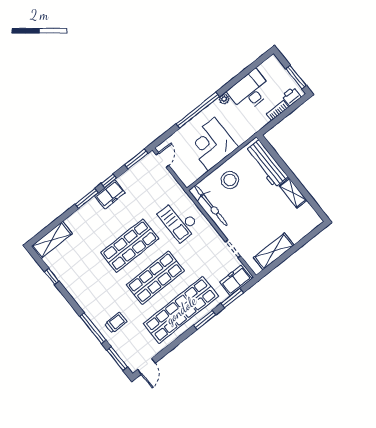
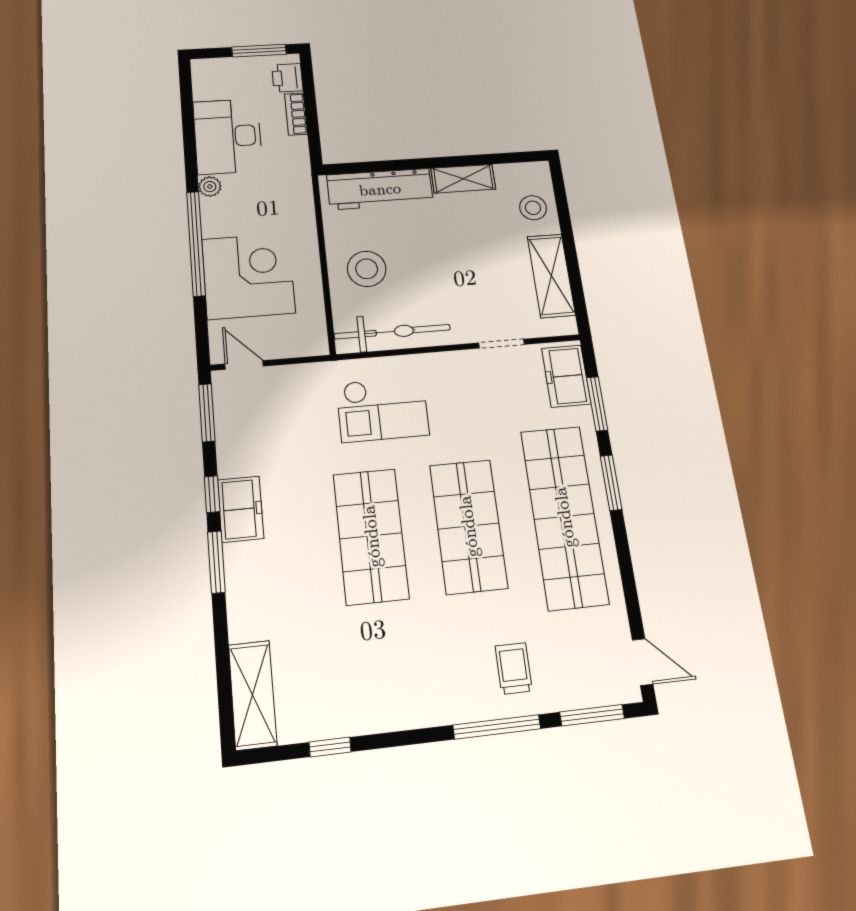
corner desk: (211, 144) -> (248, 276), moved, turned 180
stool: (299, 228) -> (533, 208), added

